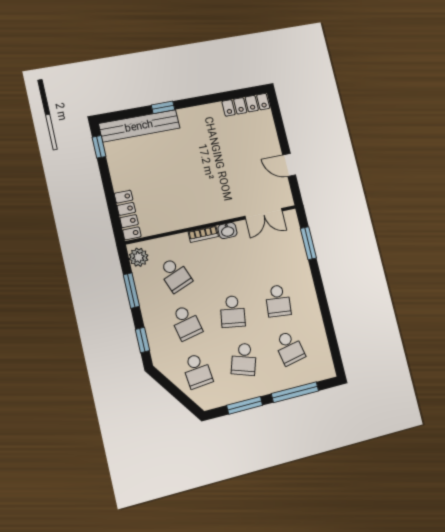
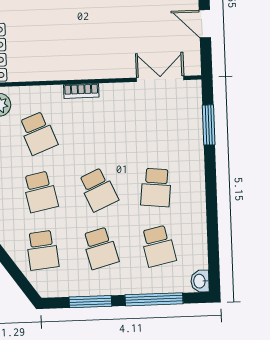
double door: (264, 214) -> (160, 79), swing flipped
washbasin: (227, 231) -> (200, 281), moved, turned 90
school desk: (233, 312) -> (98, 190), turned -33
school desk: (244, 359) -> (100, 248), turned -33

